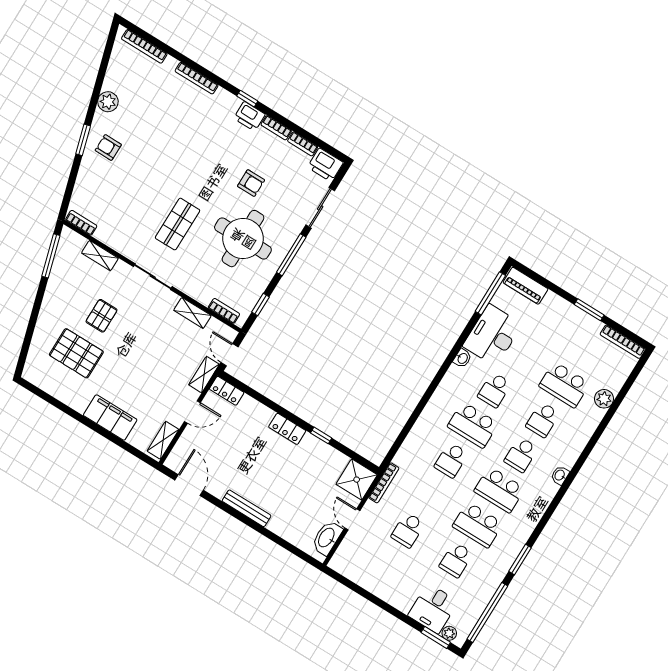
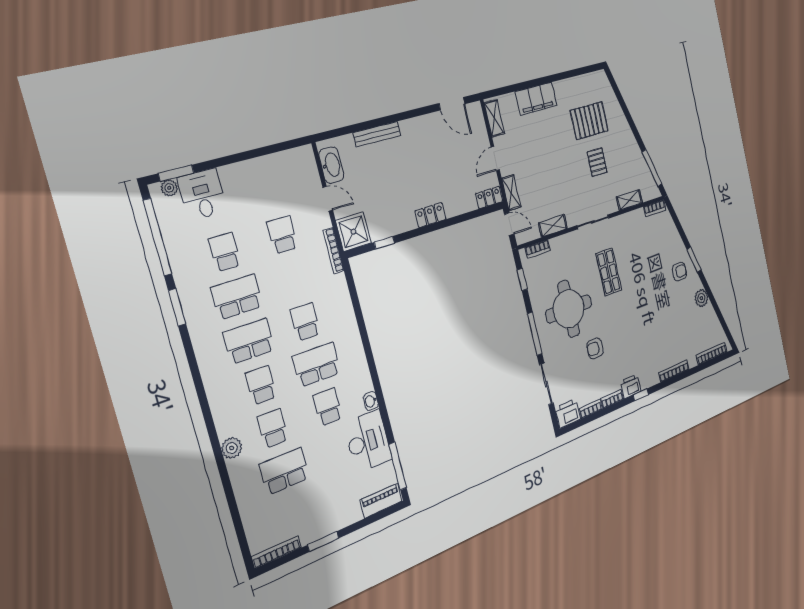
plant: (604, 399) -> (232, 448), moved
window: (321, 435) -> (384, 243), moved
washbasin: (560, 475) -> (217, 405), removed
bench: (247, 508) -> (377, 134), moved

